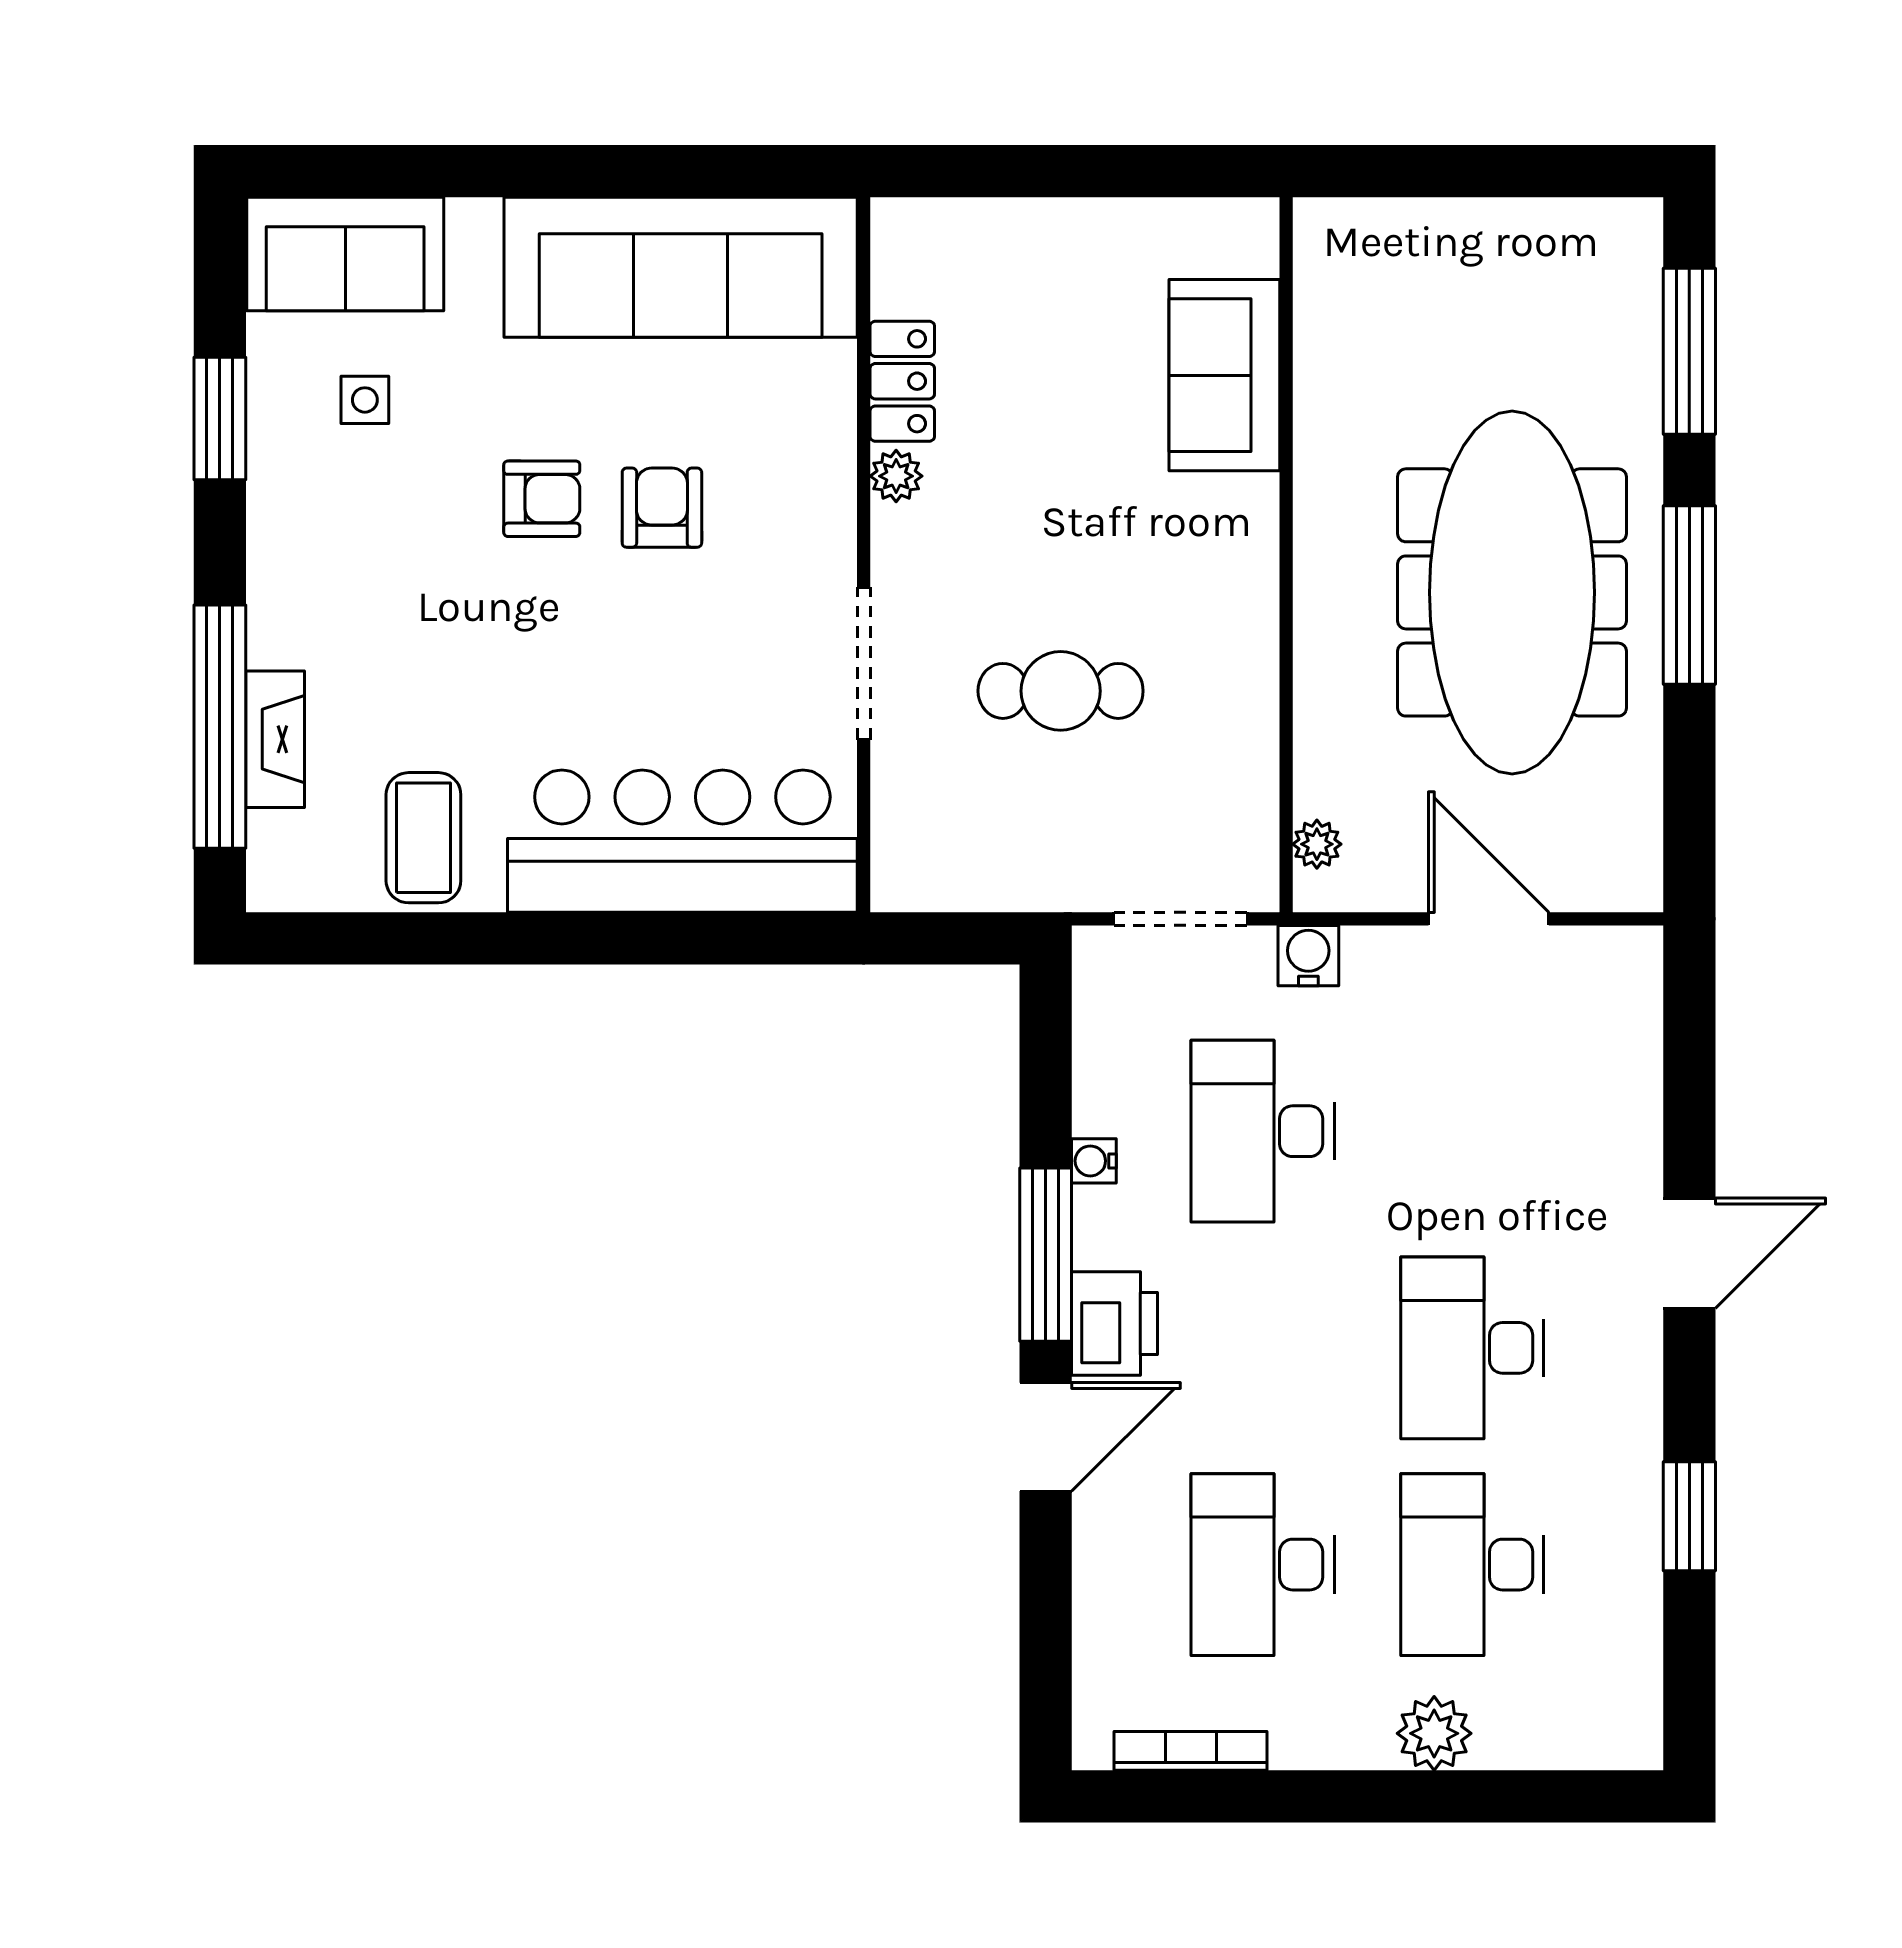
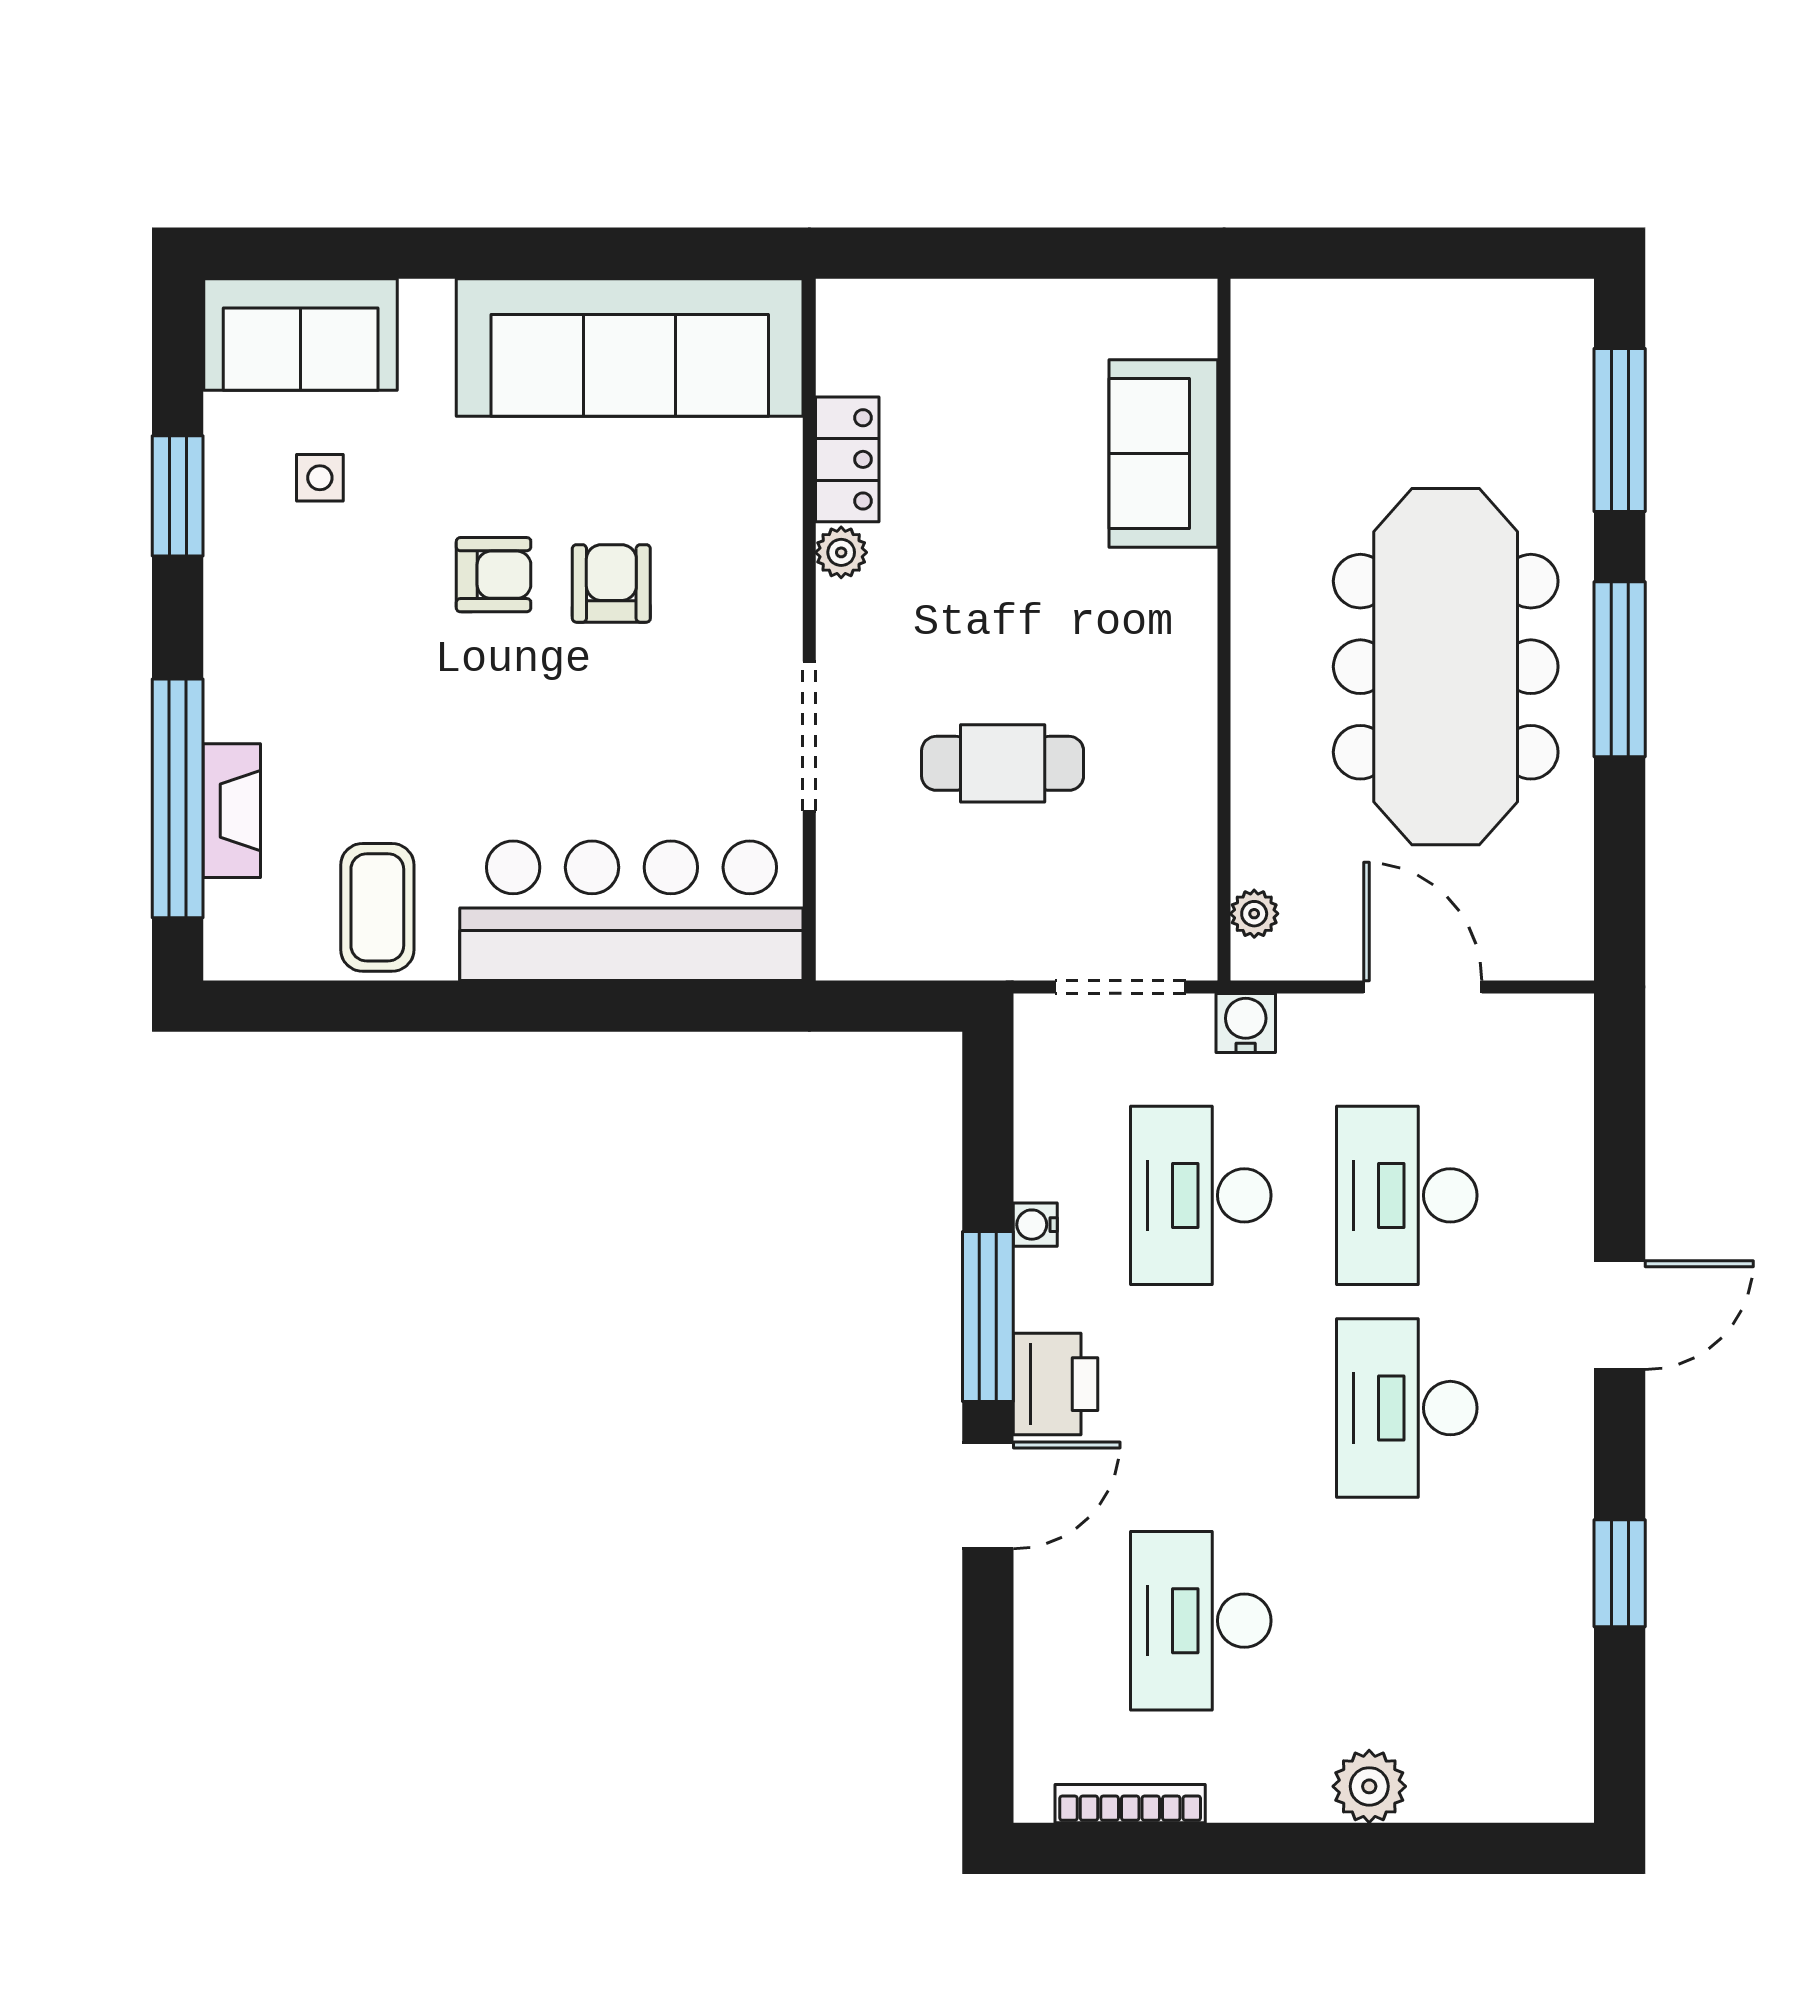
desk: (1472, 1565) -> (1407, 1195), moved

